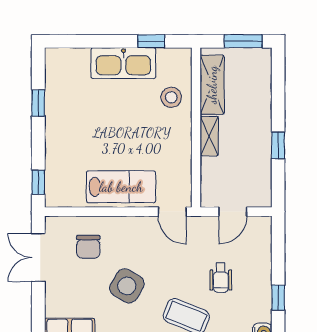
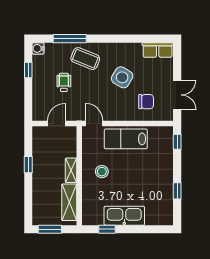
stool: (171, 97) -> (102, 172), moved
chair: (88, 247) -> (146, 102), turned 90

